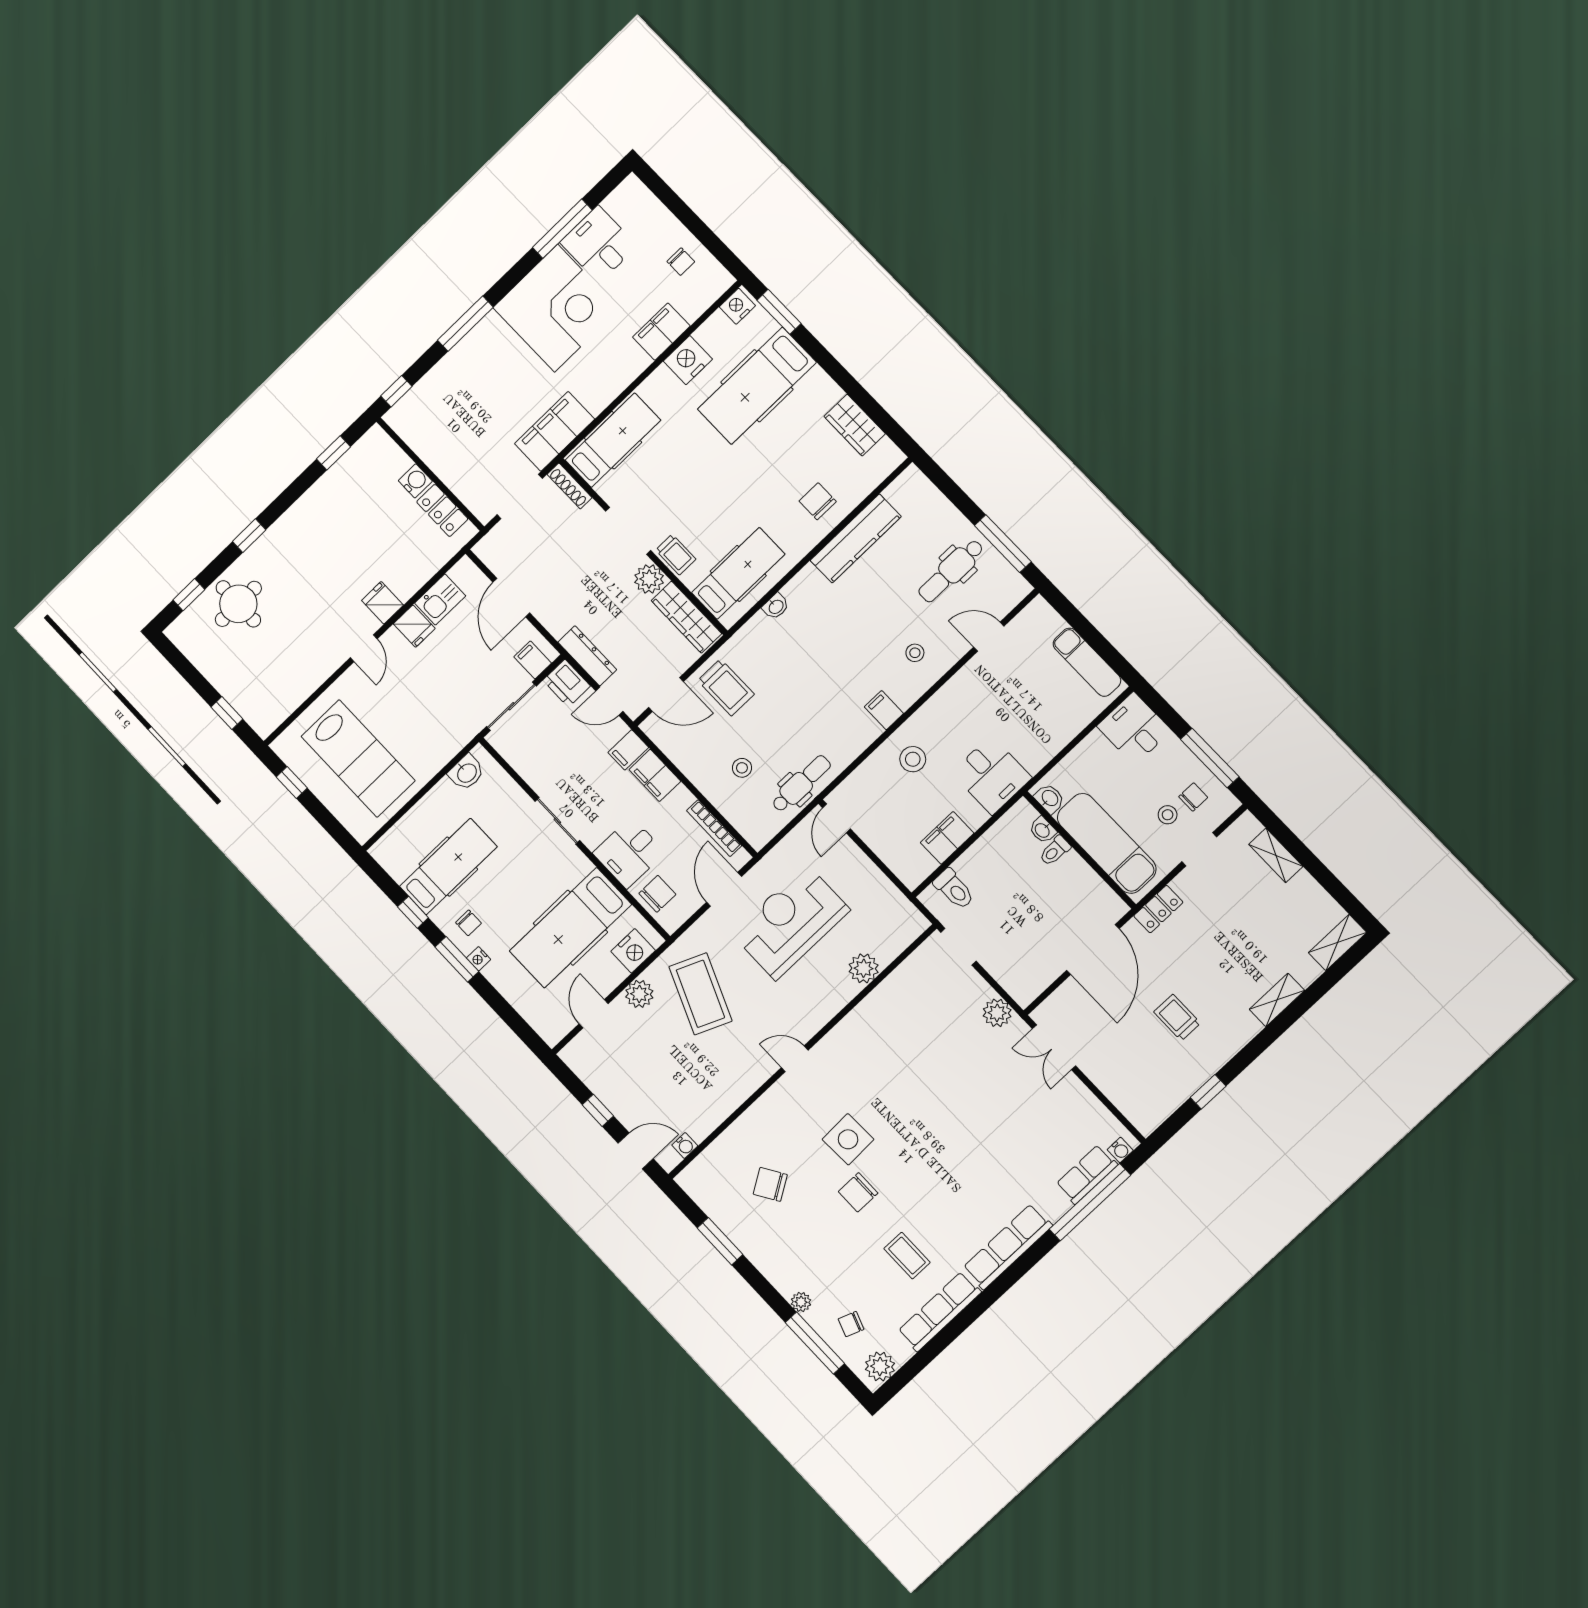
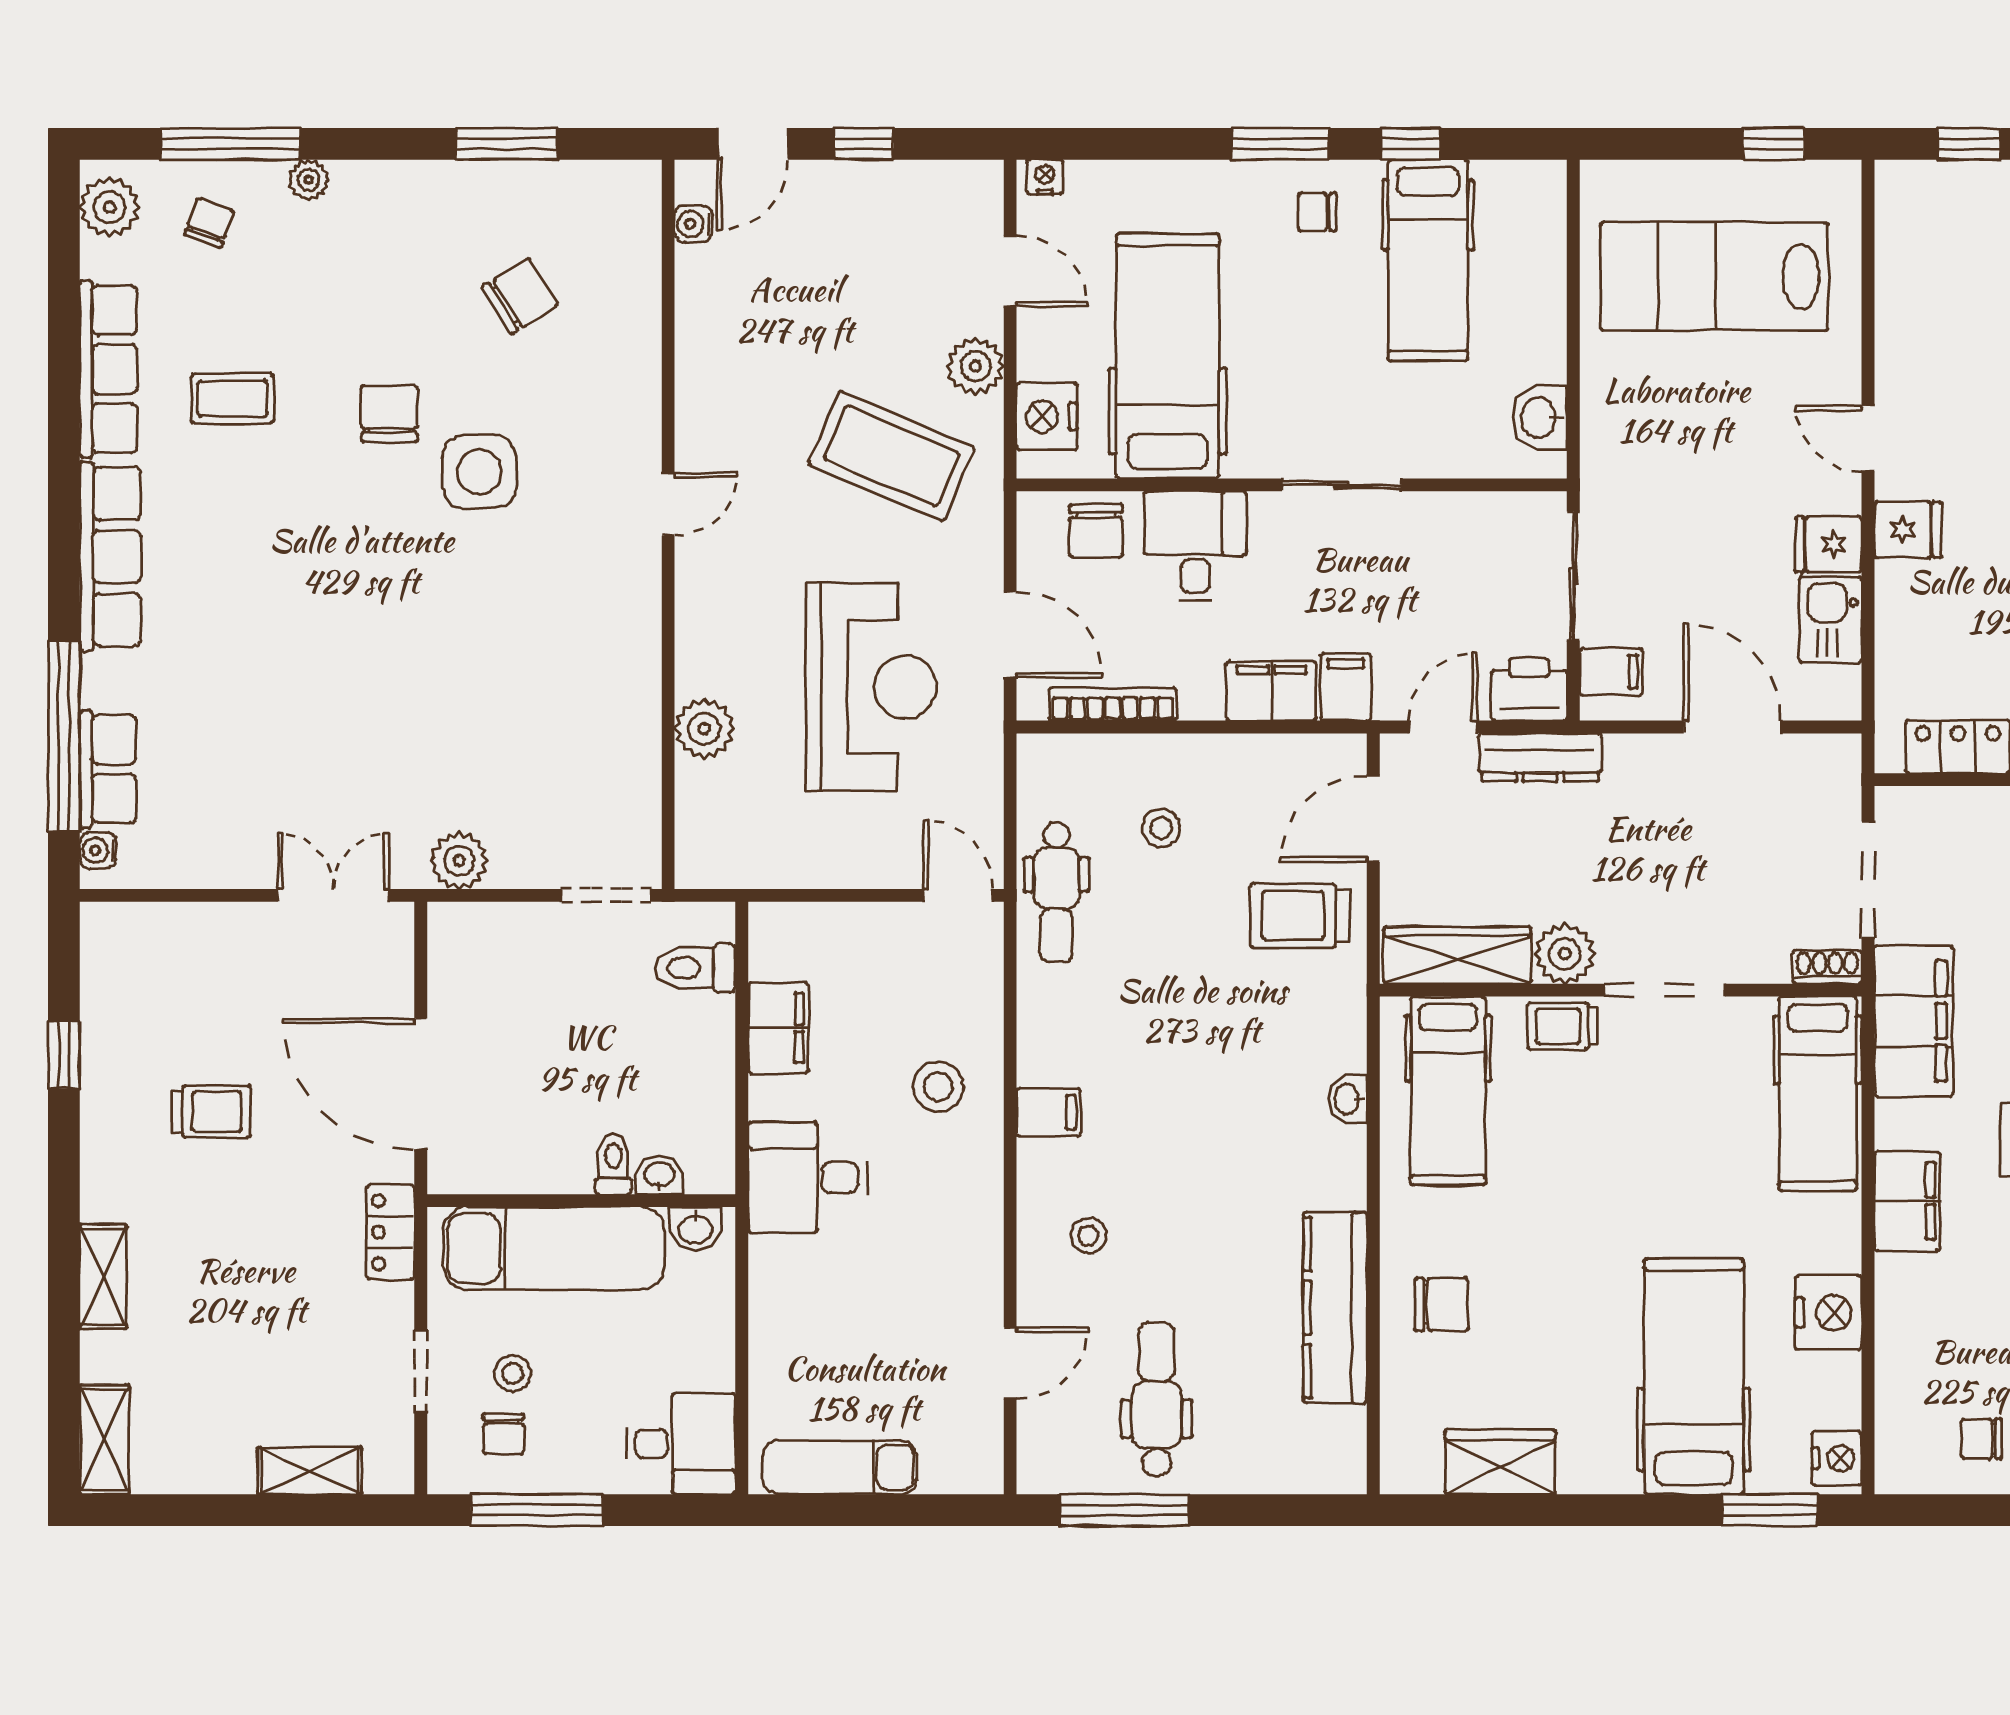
filing cabinet: (661, 332) -> (1907, 1201), moved
shoe rack: (570, 486) -> (1827, 967), width x0.70
nightstand: (479, 959) -> (1045, 177), moved

